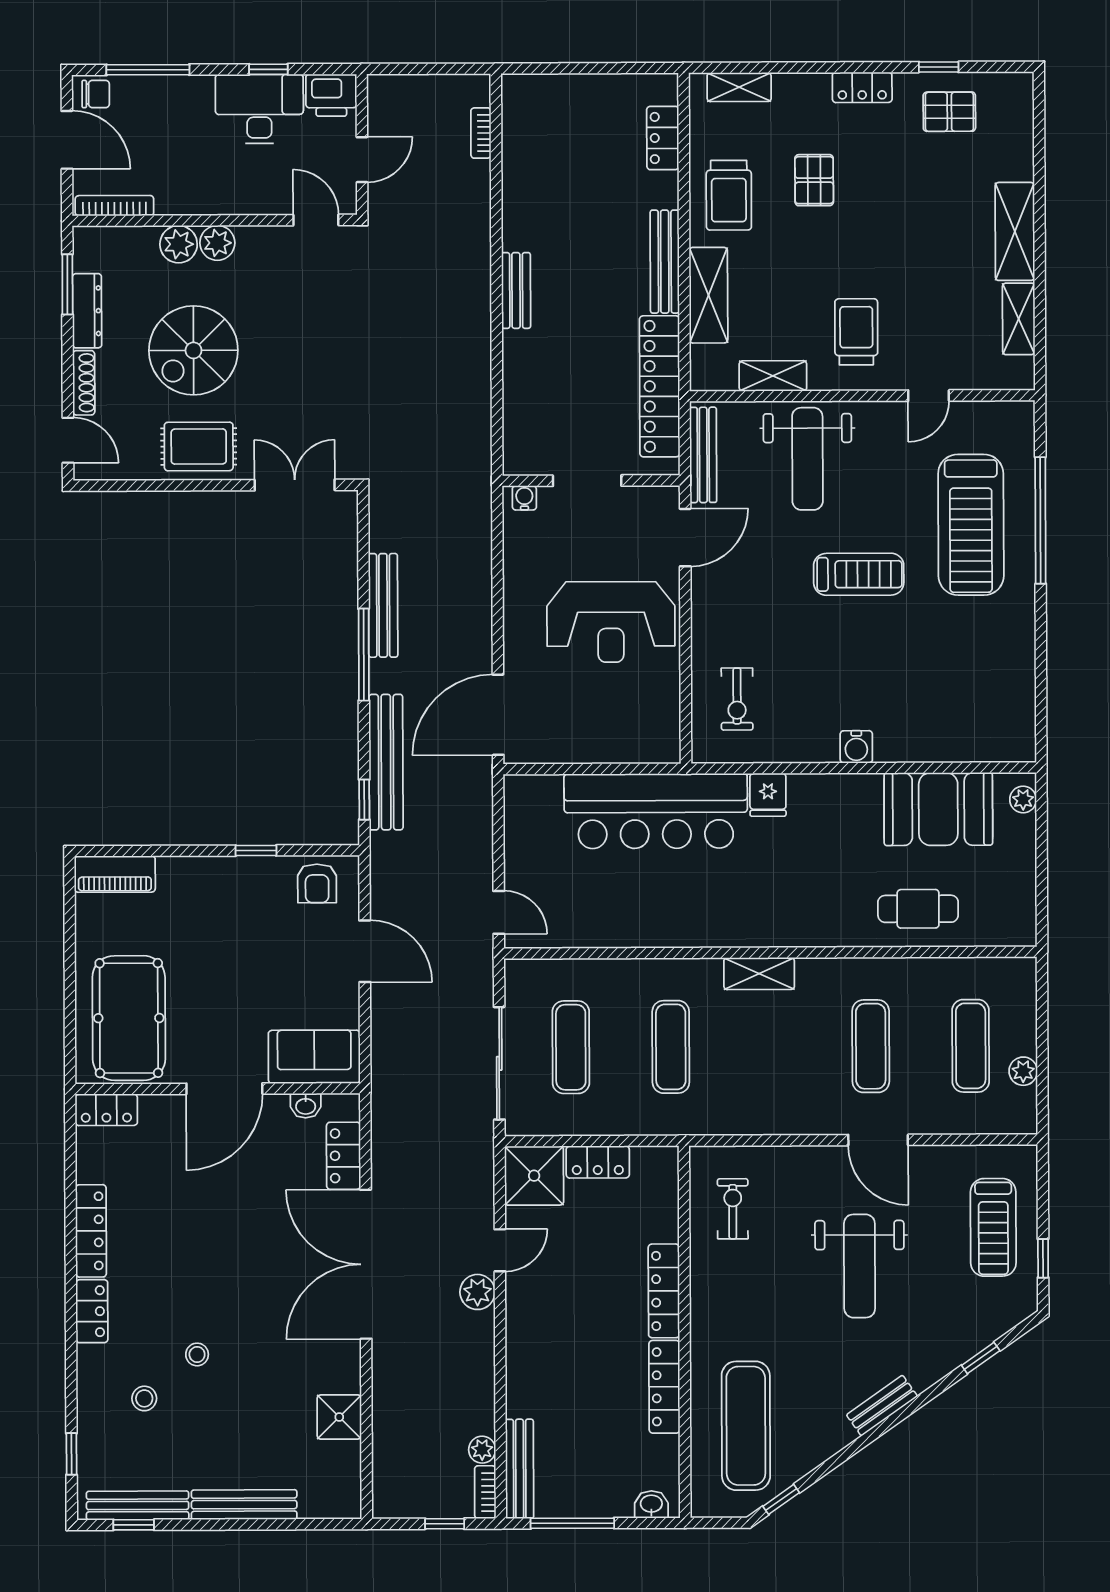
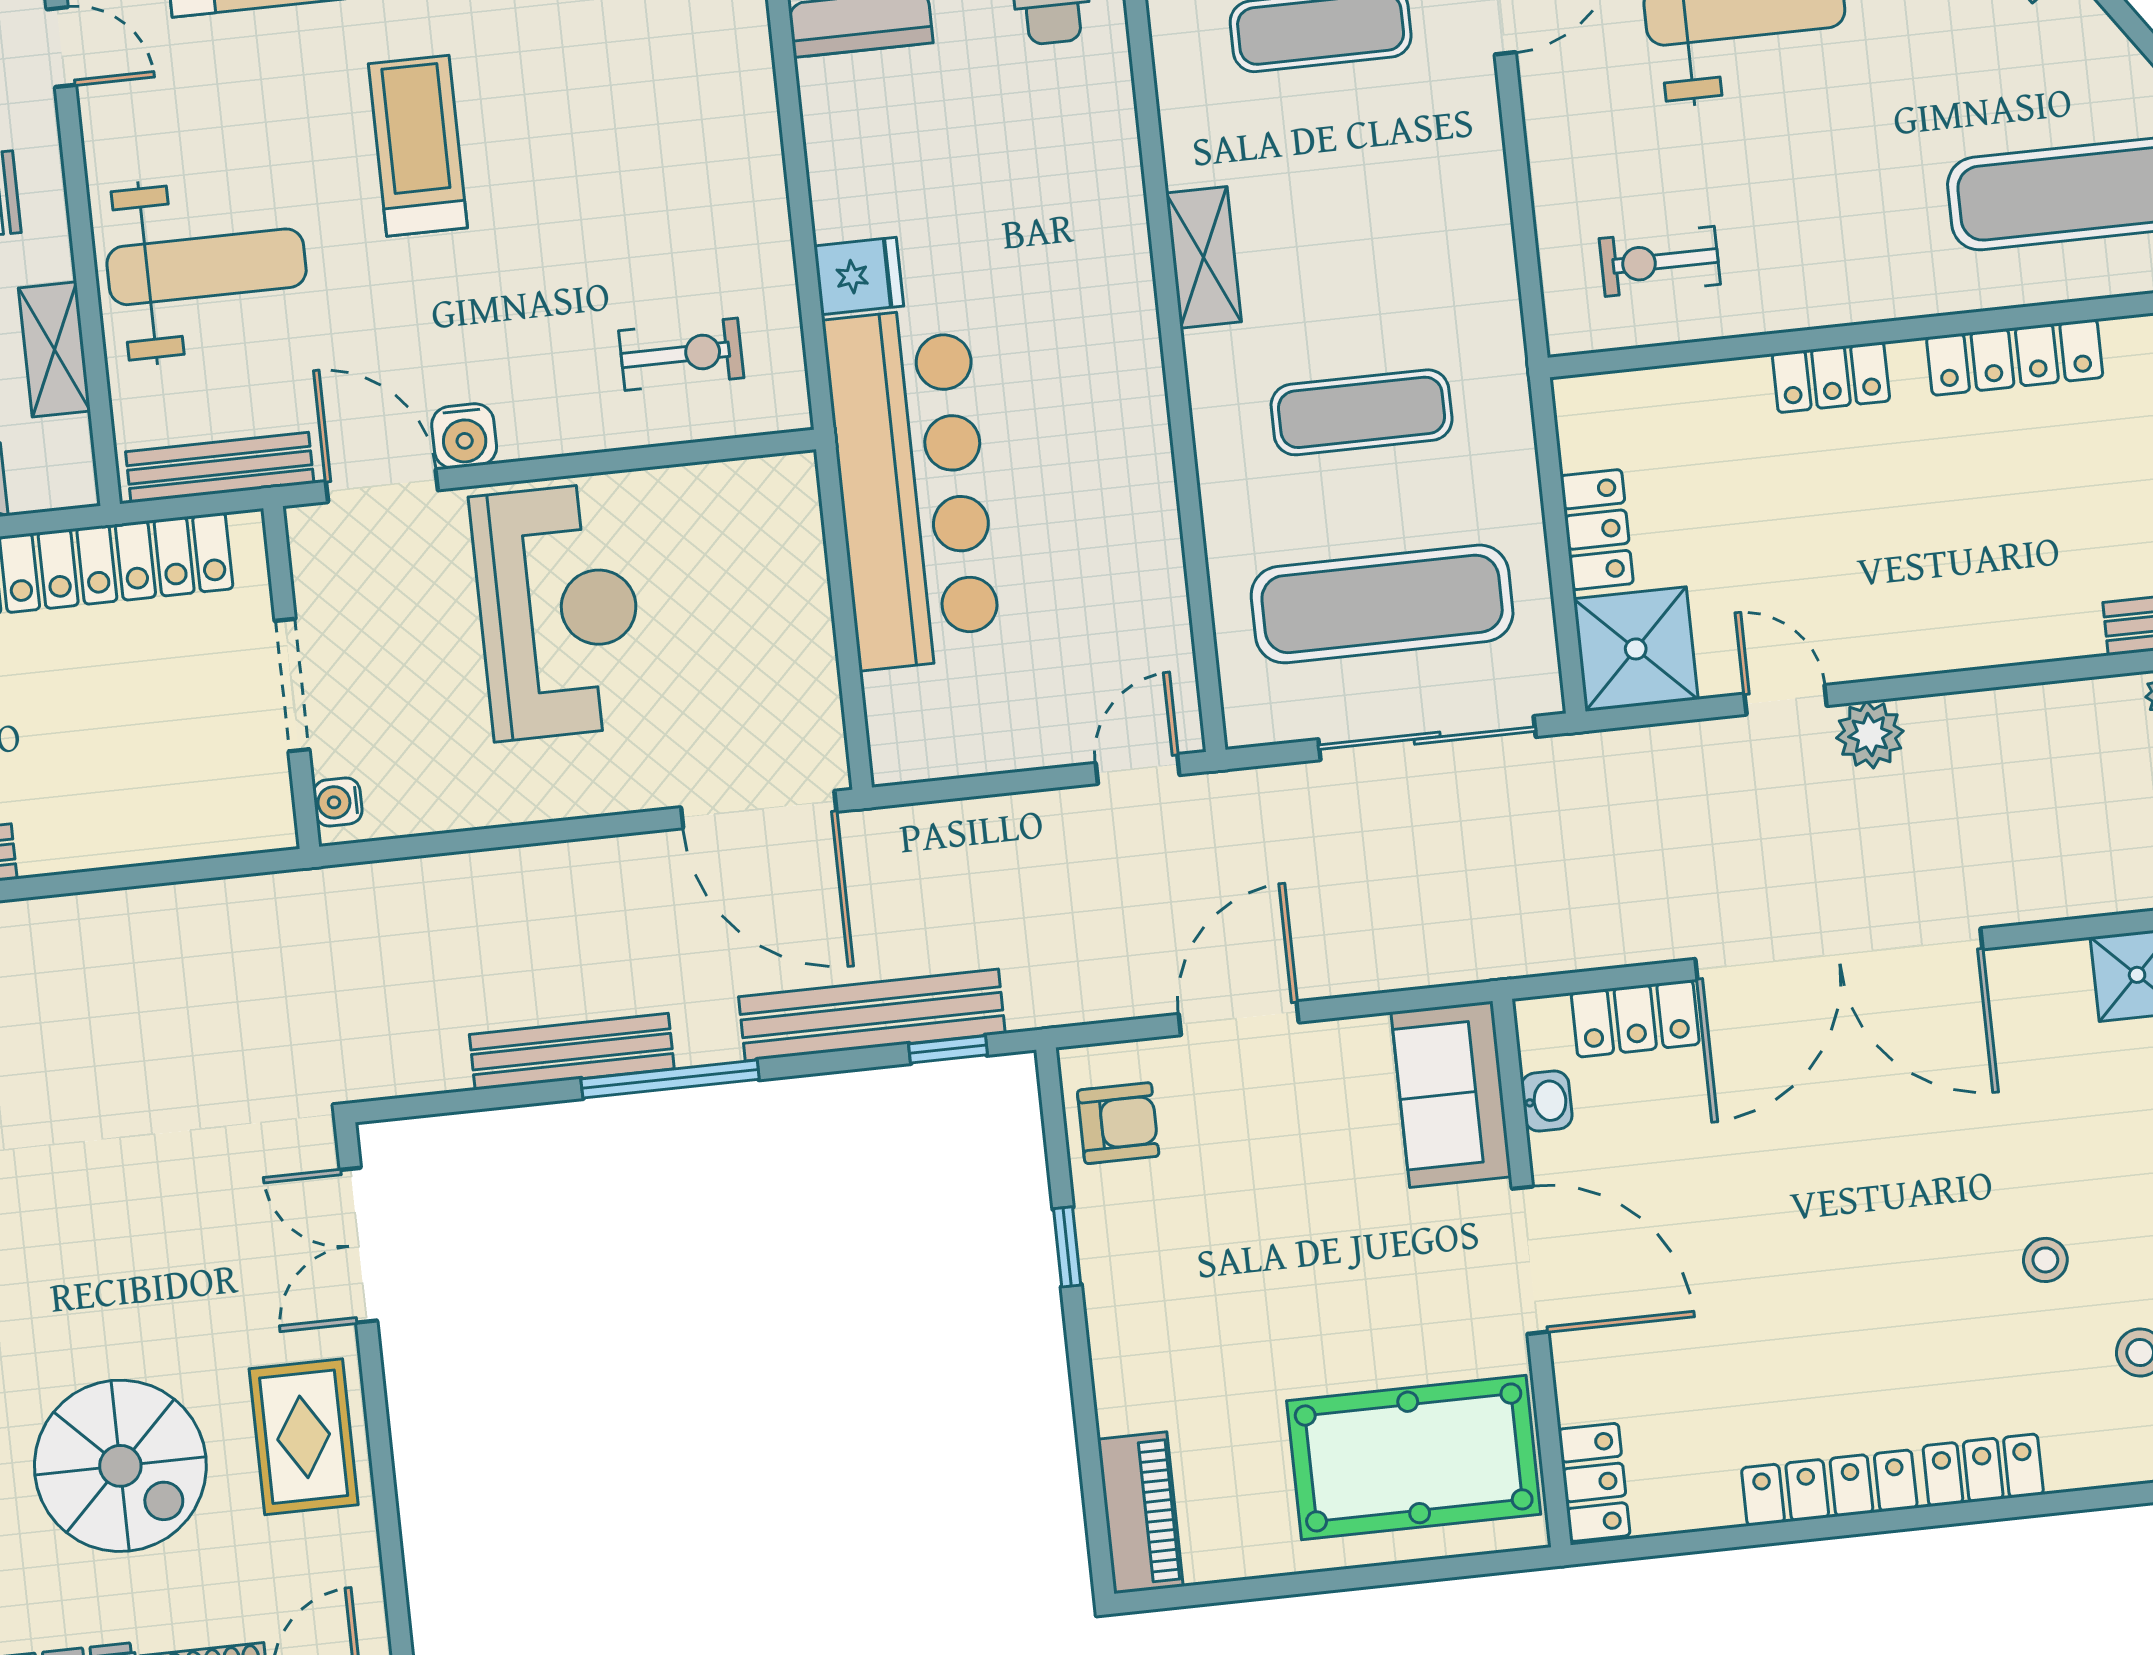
water cooler: (856, 747) -> (464, 436), moved, turned 90
exercise mat: (571, 1047) -> (1382, 604), width x1.36, depth x1.45
locker: (664, 1291) -> (1831, 377), width x0.66

